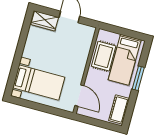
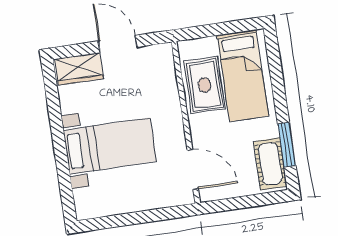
window: (138, 78) -> (287, 145), moved
bed with nightstands: (39, 82) -> (110, 146), moved

